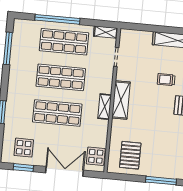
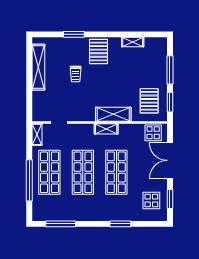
shelving: (121, 100) -> (113, 114), moved
pallet: (130, 155) -> (149, 101), turned 90
window: (127, 177) -> (170, 102), added

